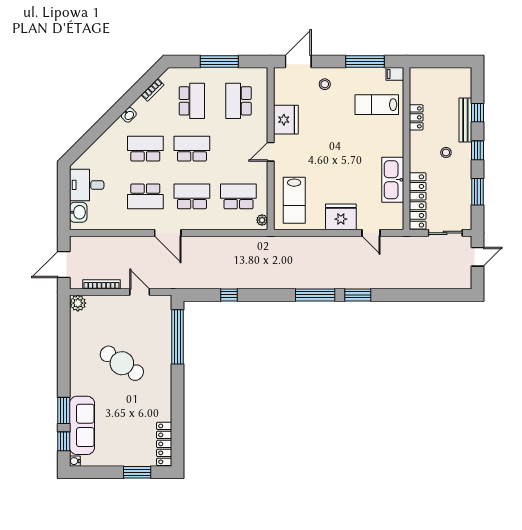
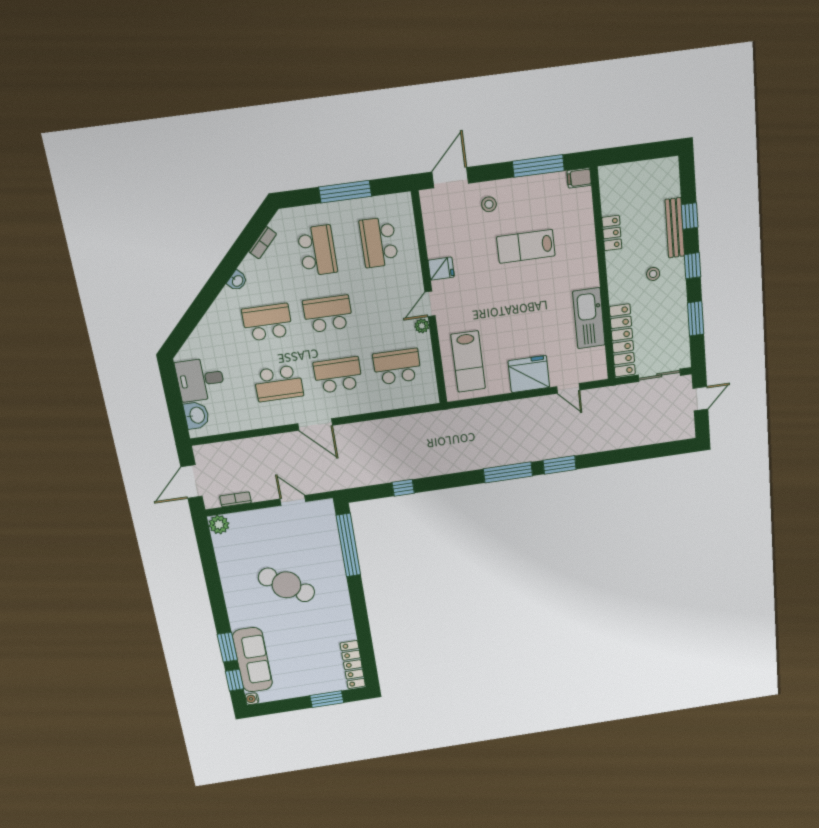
lab bench: (377, 105) -> (526, 246), moved
fridge: (286, 120) -> (441, 269), width x0.53, depth x0.75
plant: (262, 220) -> (422, 326), moved
bookcase: (102, 284) -> (236, 499), width x0.64

